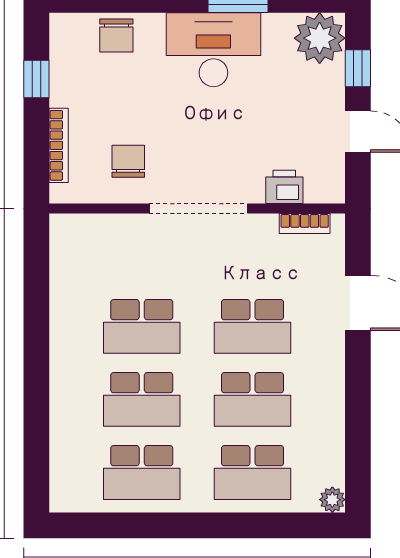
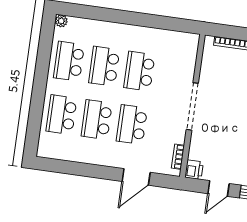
chair: (128, 161) -> (220, 76), removed
printer: (284, 187) -> (194, 170), moved
plant: (332, 500) -> (61, 21), moved

